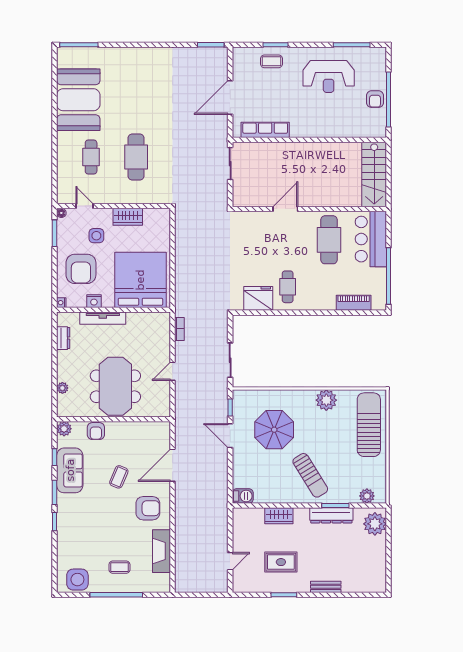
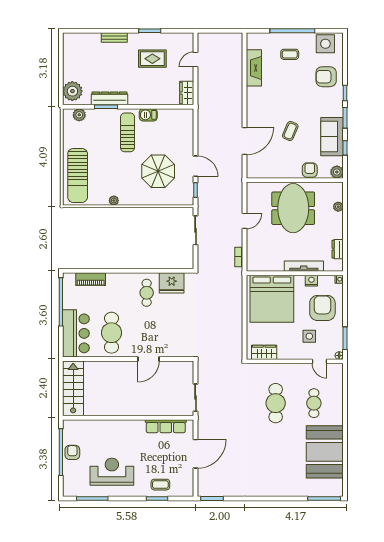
wardrobe: (128, 217) -> (264, 352), moved
plant: (326, 400) -> (114, 201), width x0.53, depth x0.53
sun lounger: (310, 475) -> (127, 132), turned 32
barbecue: (243, 496) -> (148, 115), moved
armchair: (148, 508) -> (326, 77), moved
wardrobe: (279, 516) -> (187, 93), moved, turned -90

